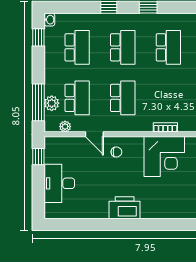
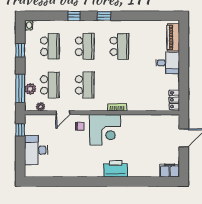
window: (38, 37) -> (20, 50), moved
door: (94, 134) -> (63, 113), hinge flipped
corner desk: (164, 157) -> (105, 130), moved
printer: (125, 208) -> (116, 169), moved

